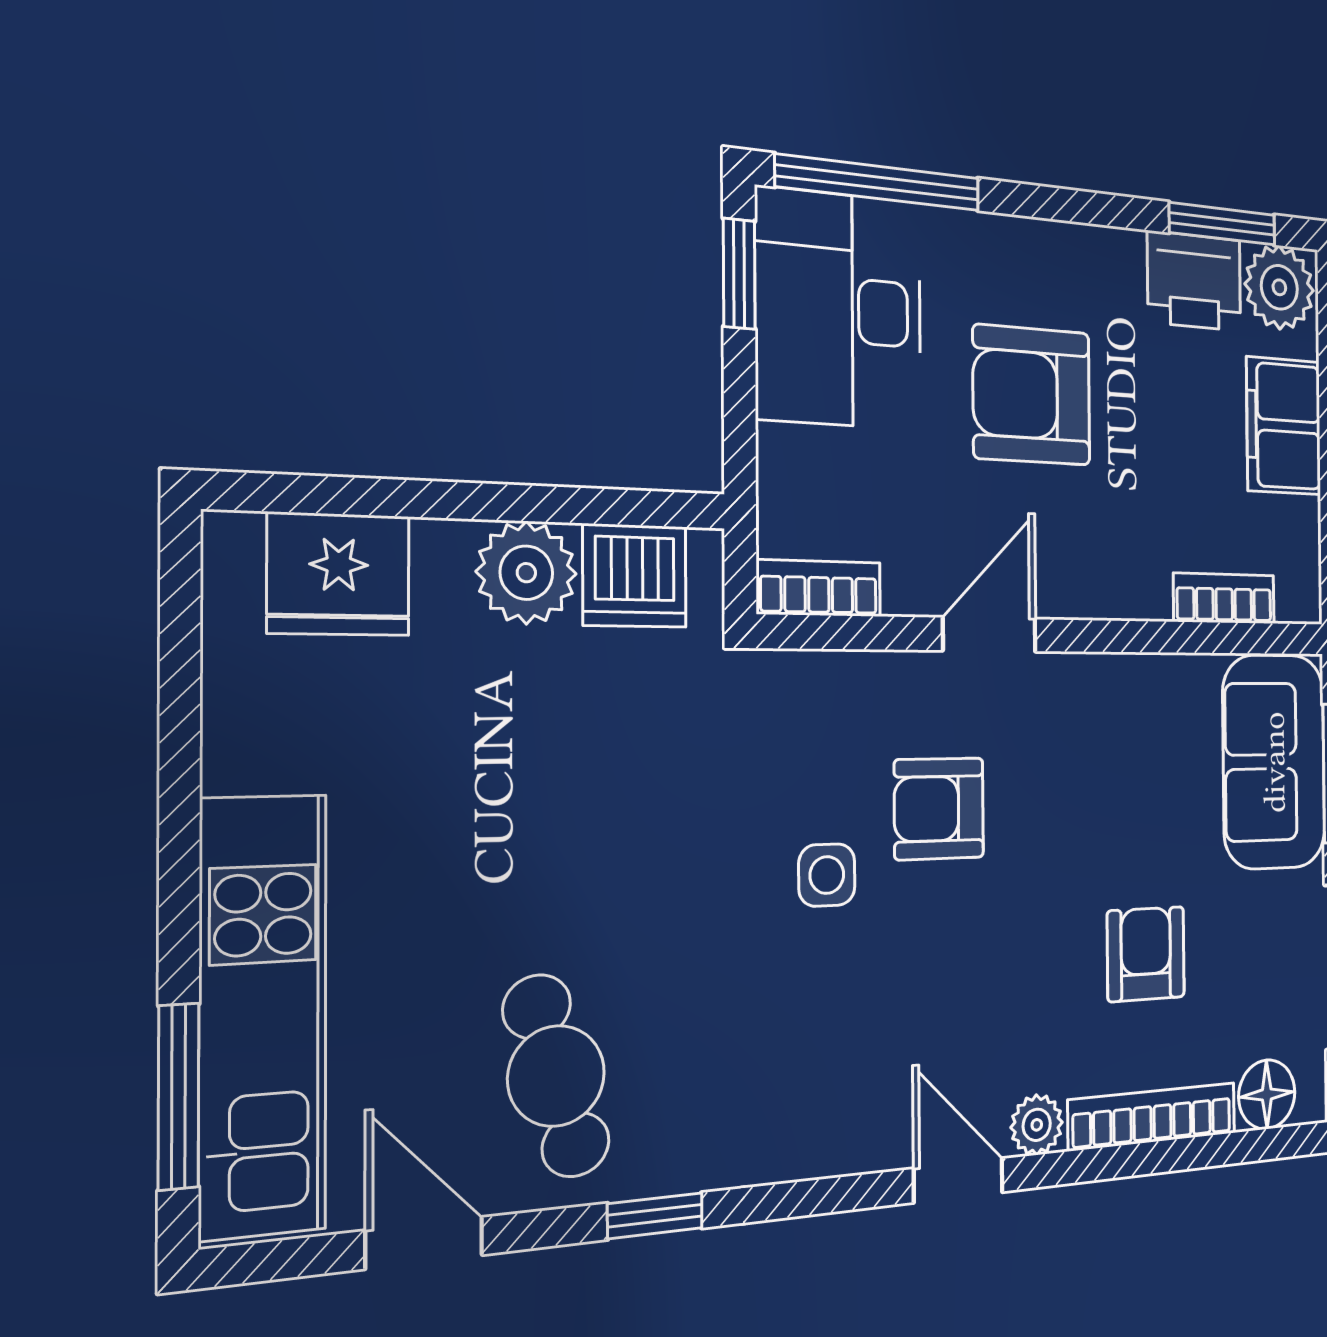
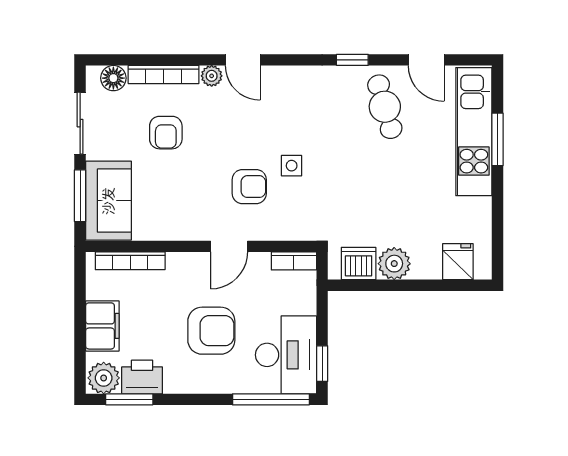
fridge: (339, 574) -> (458, 262), width x0.72
bookcase: (1224, 598) -> (130, 261), width x1.56
window: (179, 1097) -> (497, 139), moved

